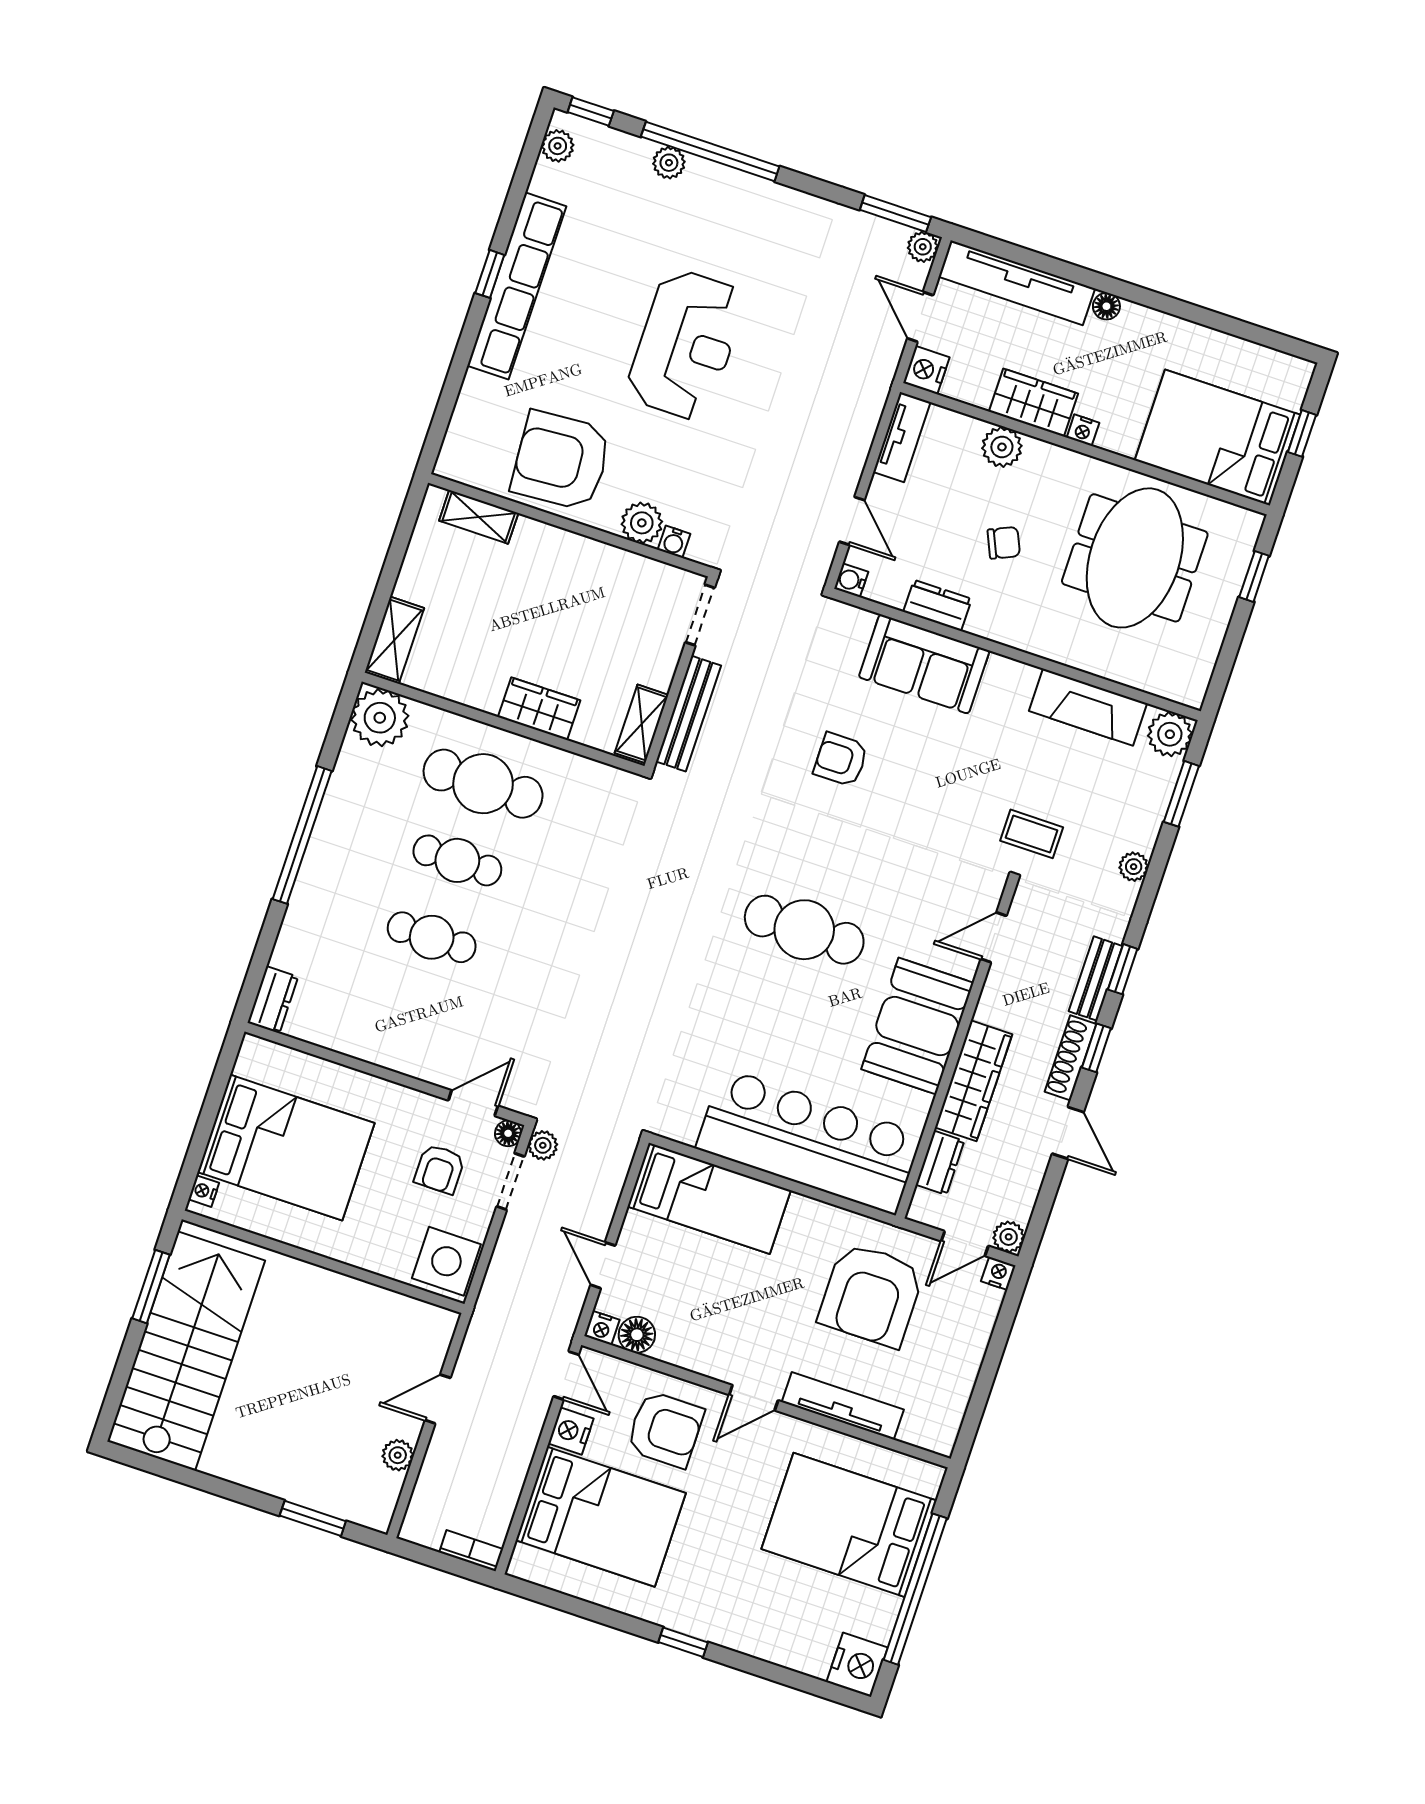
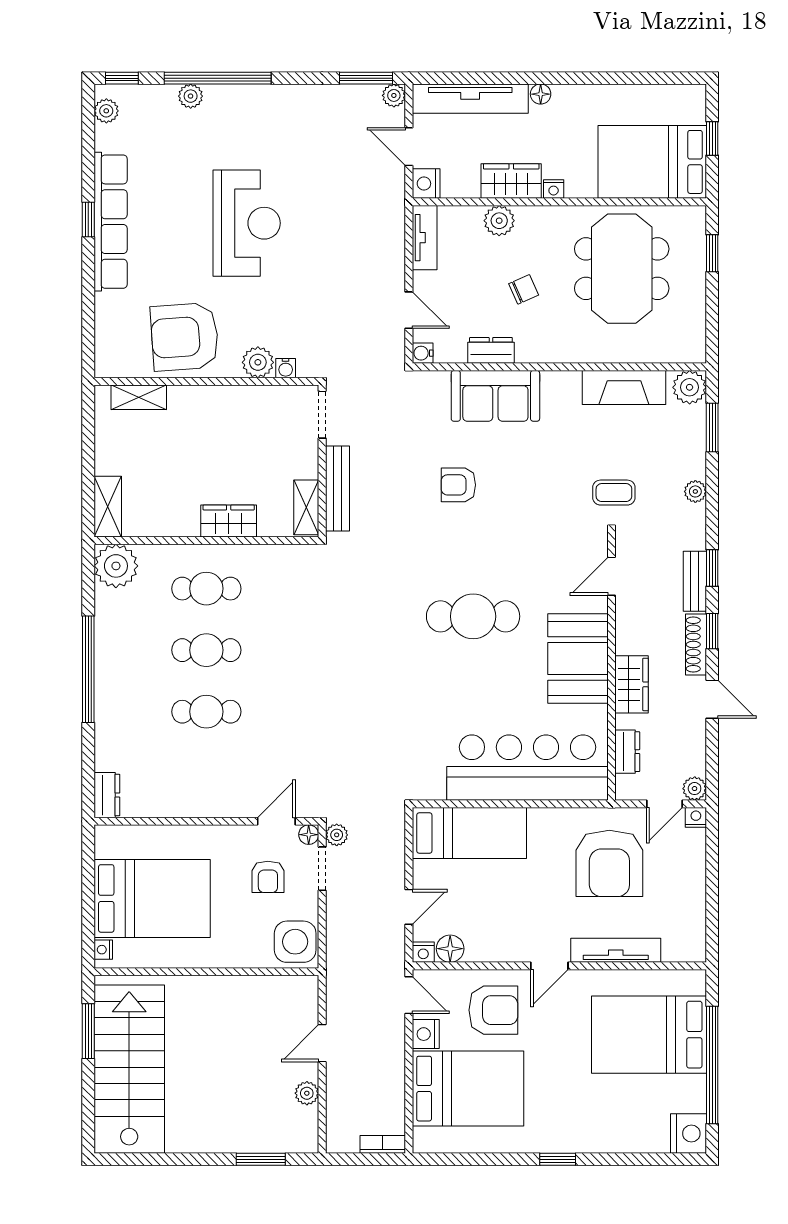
cafe table: (483, 784) -> (206, 589), width x0.73, depth x0.74
wardrobe: (974, 1081) -> (632, 684), width x0.67
door: (603, 1265) -> (409, 907), swing flipped

